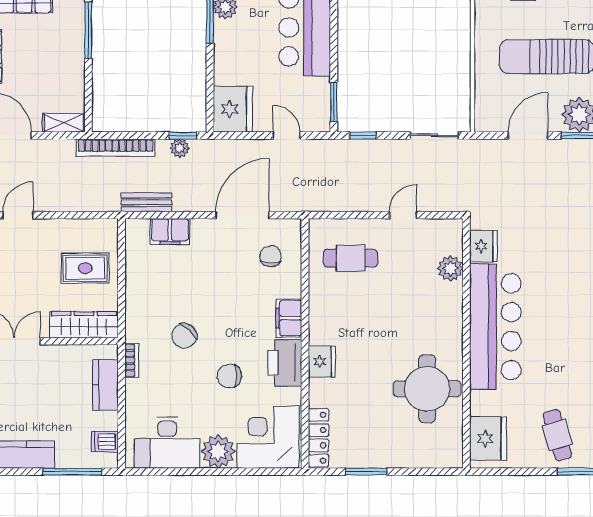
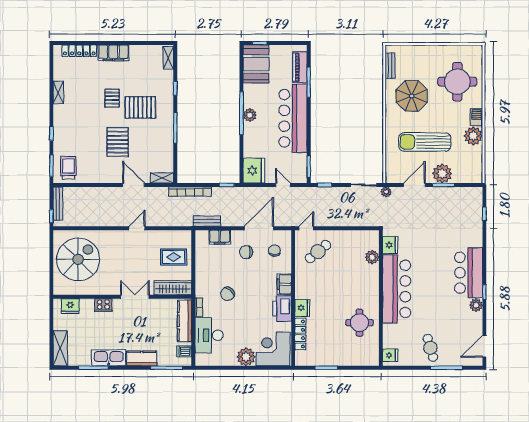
plant: (180, 148) -> (386, 192), moved
door: (403, 215) -> (306, 228), moved
cafe table: (351, 258) -> (318, 252), turned -40
chair: (229, 376) -> (246, 252), moved
kitchen counter: (105, 385) -> (185, 321), width x1.50
round table: (427, 389) -> (360, 323), width x0.73, depth x0.73
locker: (318, 438) -> (300, 334), moved
fridge: (488, 438) -> (390, 355), width x0.53, depth x0.75
desk: (167, 443) -> (209, 335), moved, turned 90

